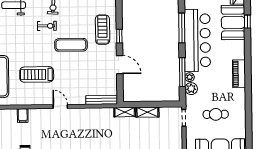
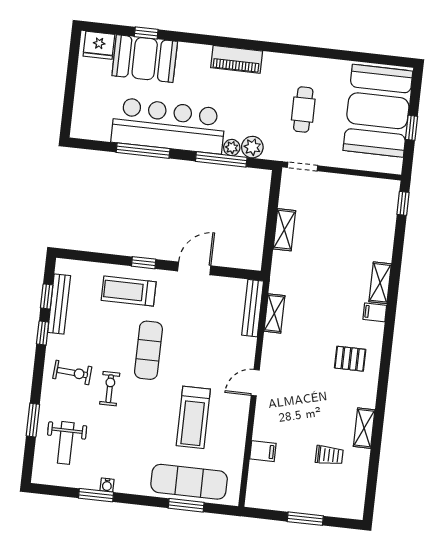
shelving: (125, 112) -> (274, 313), moved

